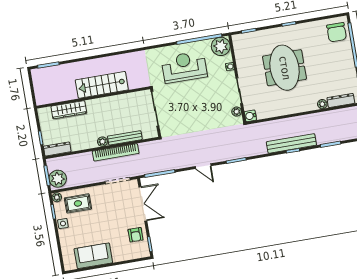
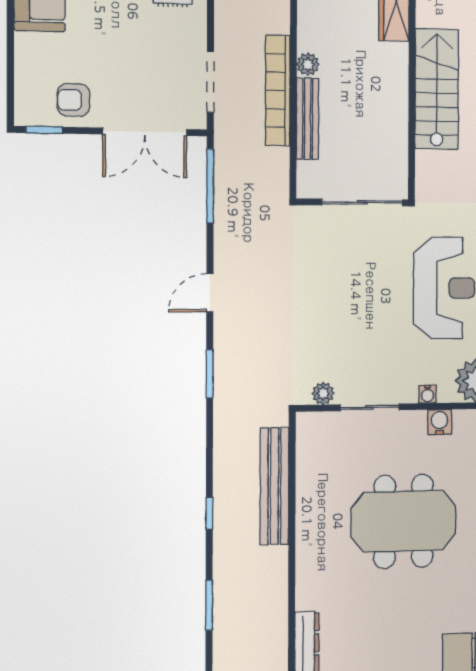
plant: (322, 104) -> (306, 598), removed
water cooler: (250, 116) -> (440, 422), moved
bench: (291, 143) -> (274, 486), moved

